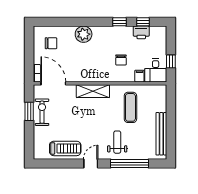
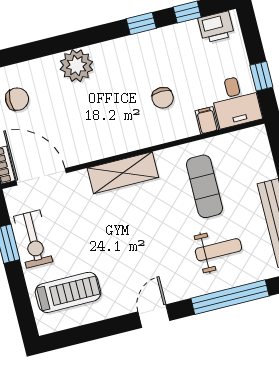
printer: (141, 32) -> (216, 27), moved
exercise bike: (42, 112) -> (33, 239), turned 180
weight bench: (117, 142) -> (218, 250), moved, turned 90
treadmill: (65, 148) -> (68, 292), moved

